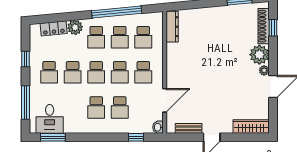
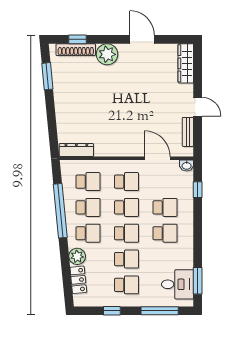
plant: (264, 70) -> (124, 49), removed

